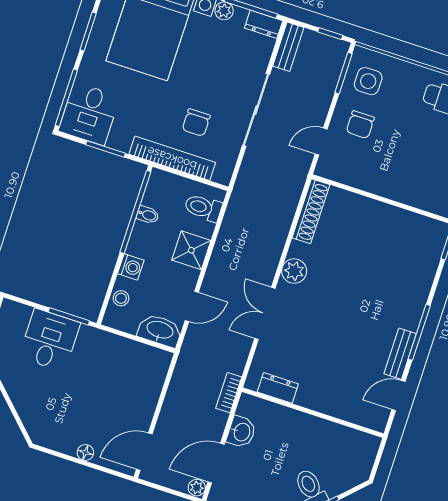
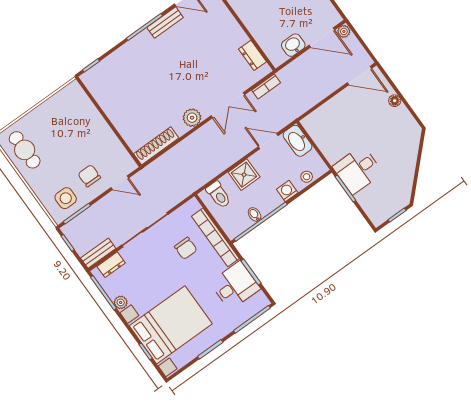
dresser: (264, 24) -> (111, 265), moved, turned 90
desk: (89, 114) -> (235, 286), moved
chair: (196, 123) -> (186, 248), turned 90
chair: (360, 125) -> (89, 176), turned -90
desk: (50, 340) -> (358, 170), moved
bookcase: (229, 393) -> (266, 87), moved

